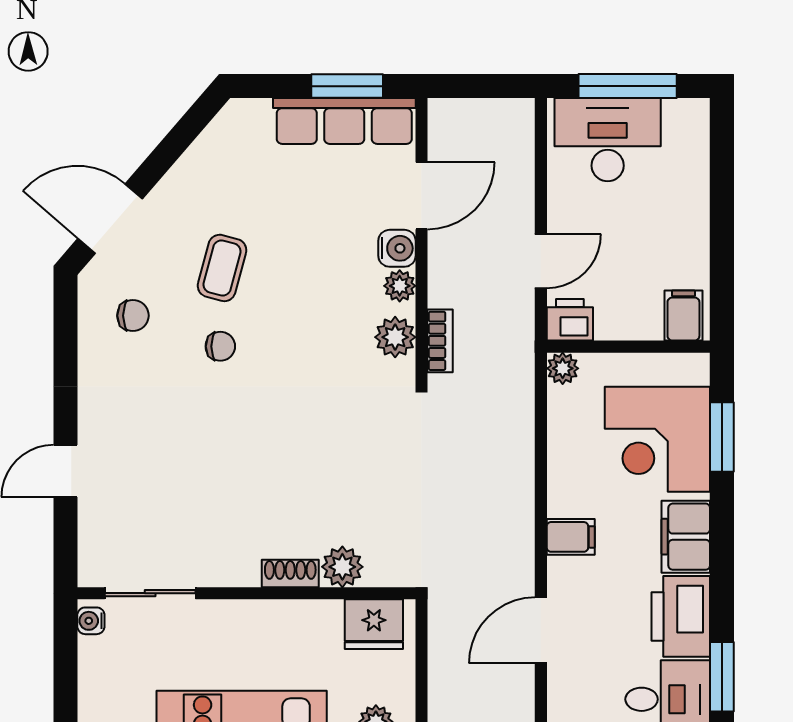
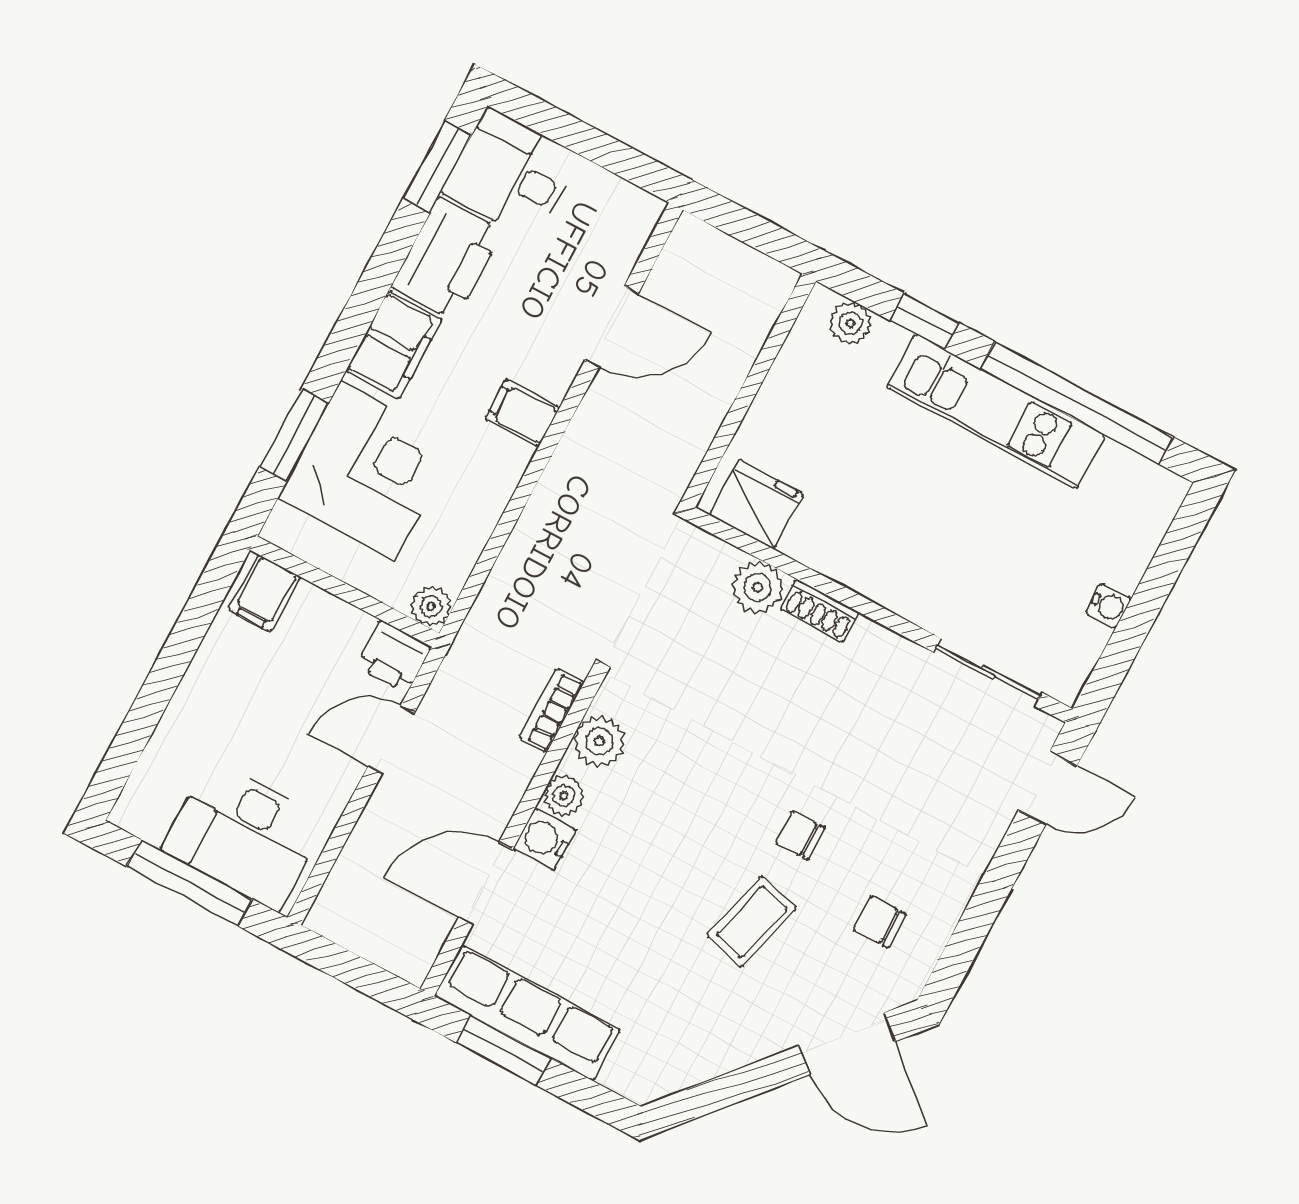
plant: (342, 567) -> (758, 587), moved
shoe rack: (290, 573) -> (820, 611), moved
sliding door: (150, 593) -> (988, 672), moved
wall: (246, 593) -> (880, 615), moved
fridge: (374, 624) -> (756, 504), moved

